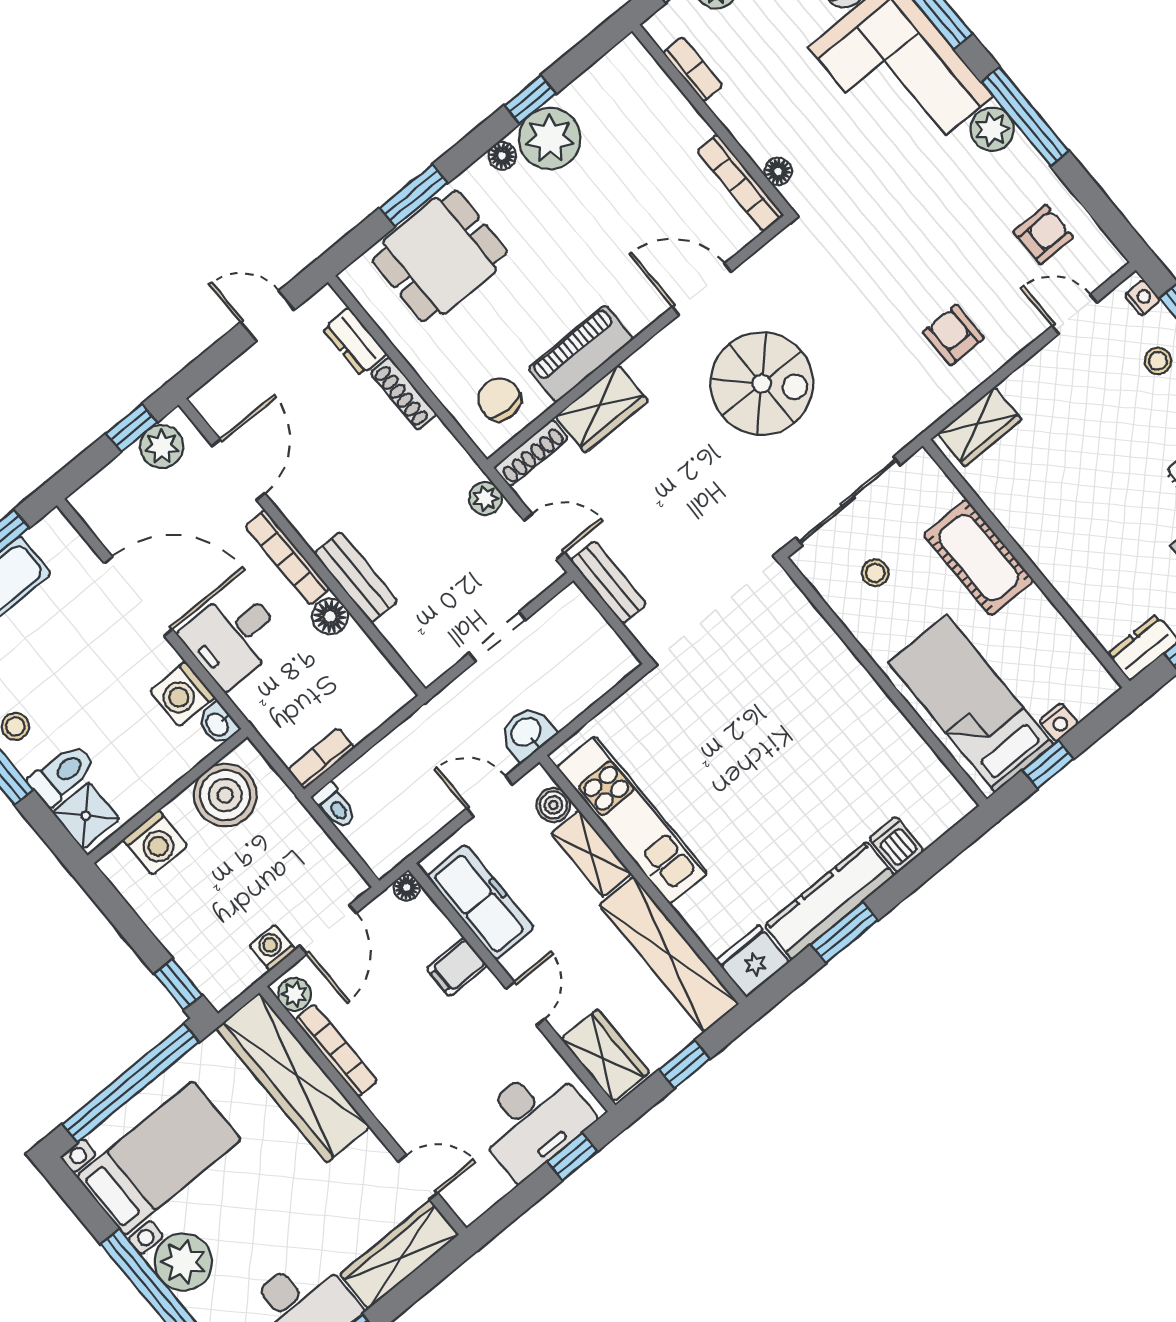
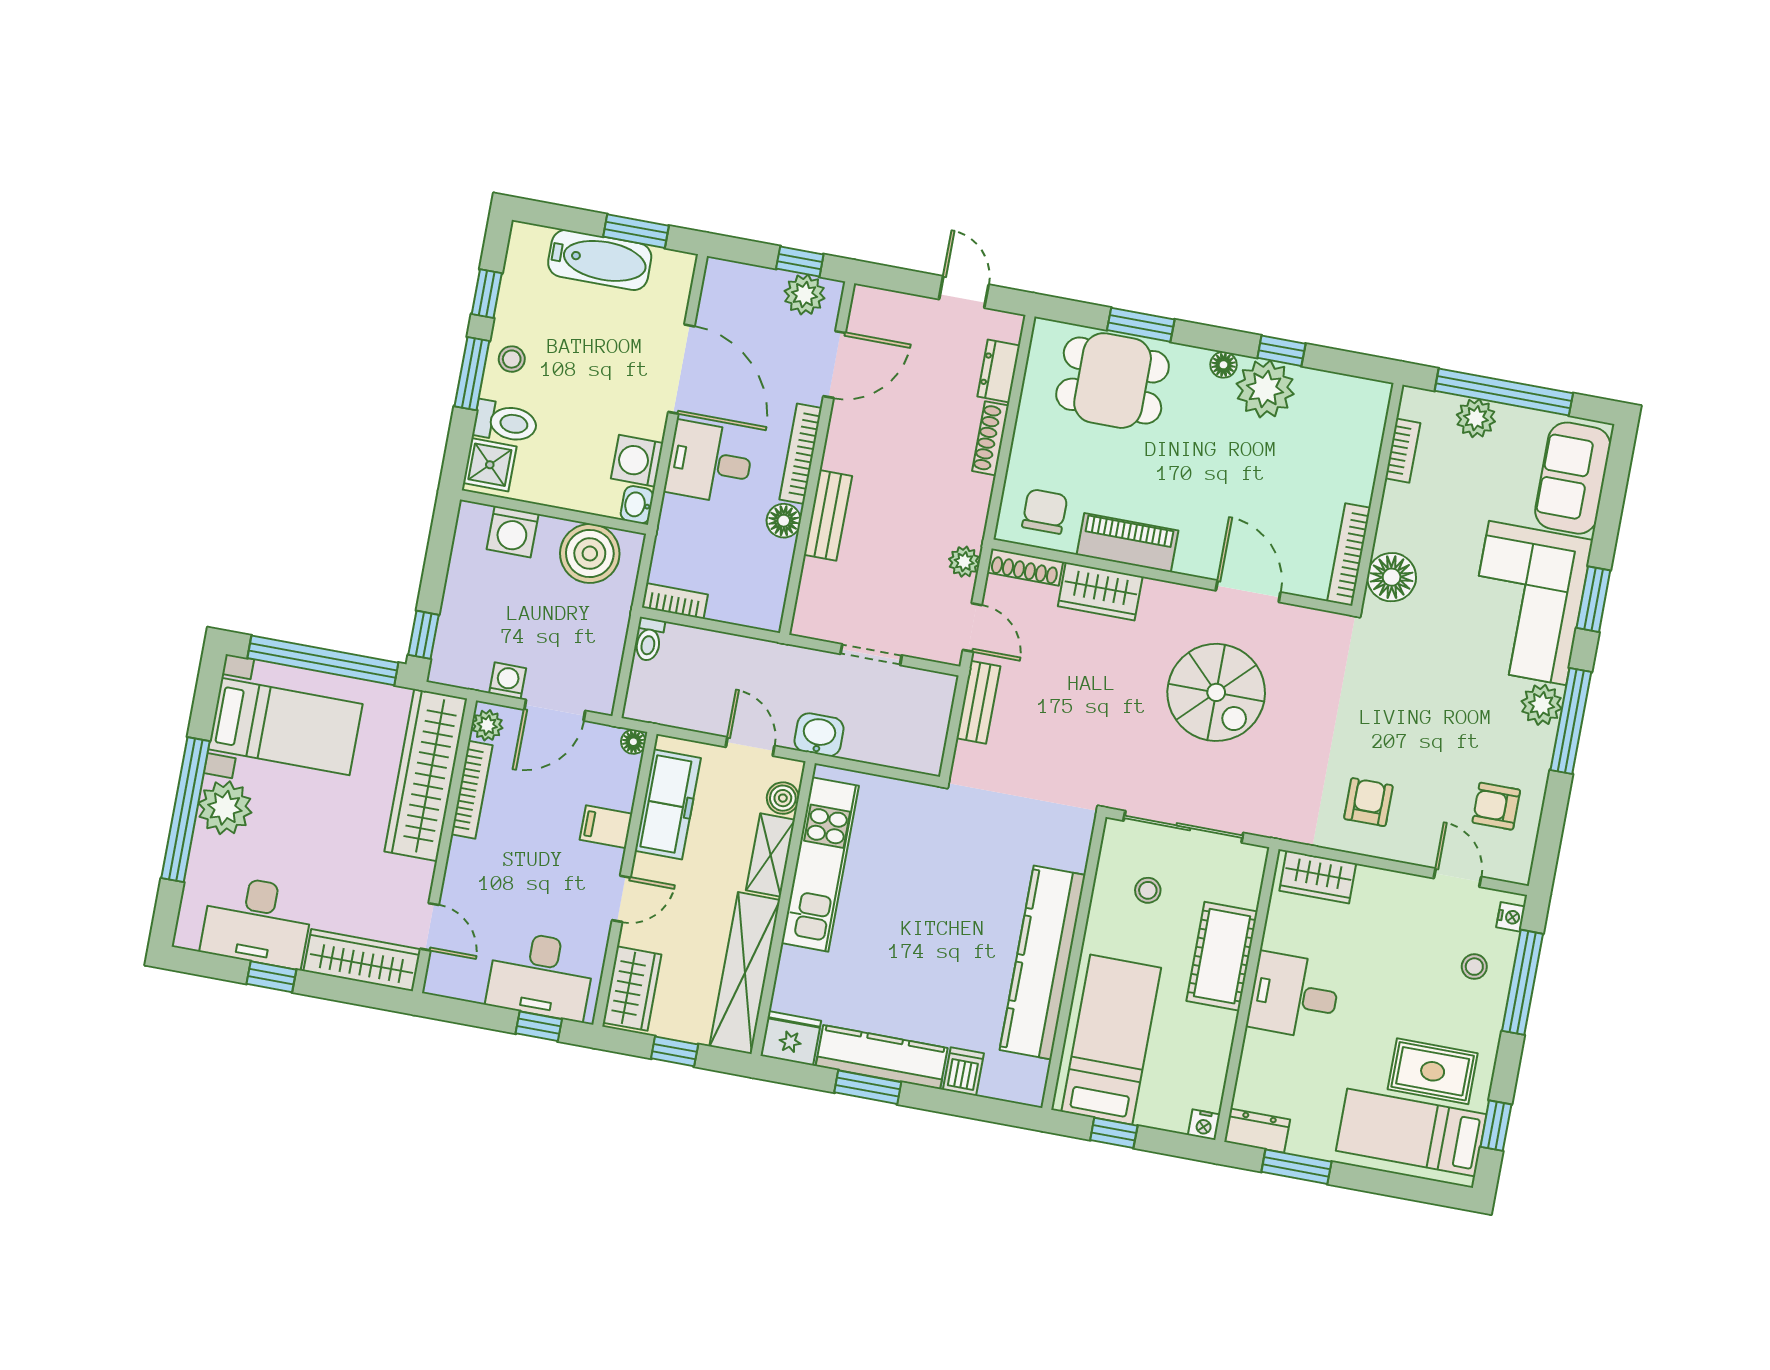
floor lamp: (778, 171) -> (1392, 577), width x1.89, depth x1.89
armchair: (1043, 235) -> (1496, 806), turned 180
desk: (1059, 526) -> (1294, 996), added
kitchen counter: (862, 707) -> (1043, 963), added
nightstand: (1059, 722) -> (1204, 1125), moved

